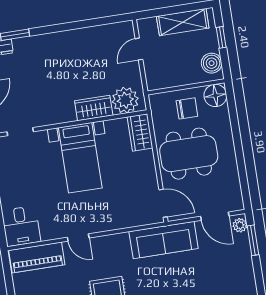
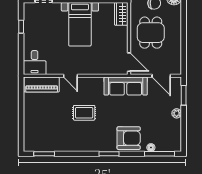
dining table: (189, 154) -> (151, 33), width x0.73
plant: (240, 225) -> (177, 113), moved

